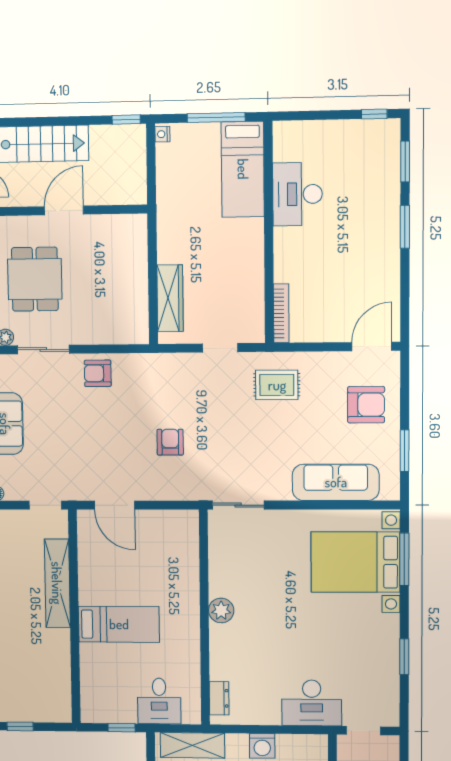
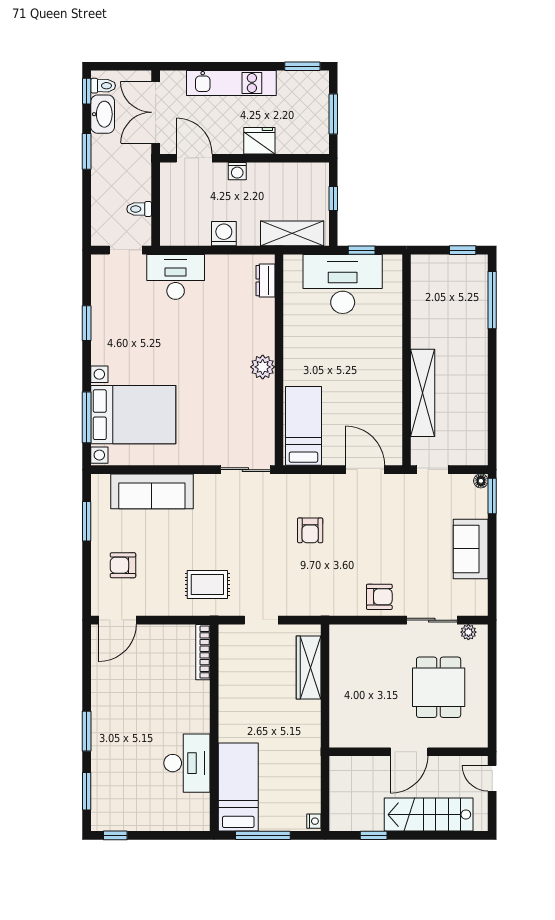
window: (126, 120) -> (374, 835), moved
armchair: (366, 405) -> (123, 565), width x0.72, depth x0.72
bed: (119, 624) -> (303, 426), moved, turned 90
desk: (159, 701) -> (343, 284), width x1.87, depth x1.30

